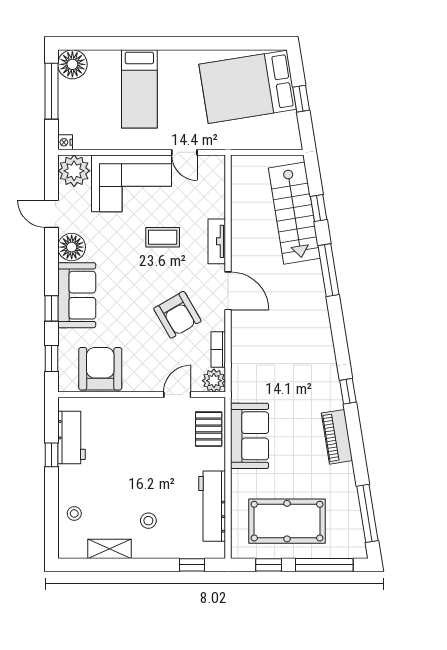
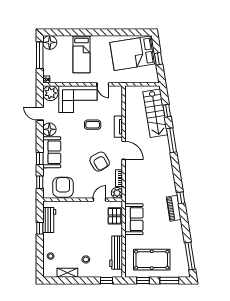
piano: (337, 437) -> (174, 208), moved
window: (324, 565) -> (169, 280), width x0.69

